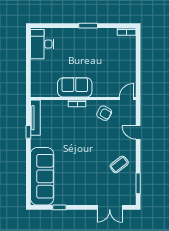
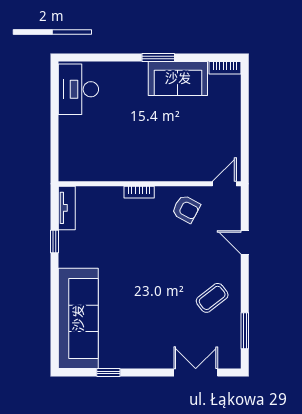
sofa: (75, 87) -> (178, 78), moved, turned 180
tv unit: (35, 118) -> (67, 208), width x0.71
double door: (110, 207) -> (196, 373), swing flipped

